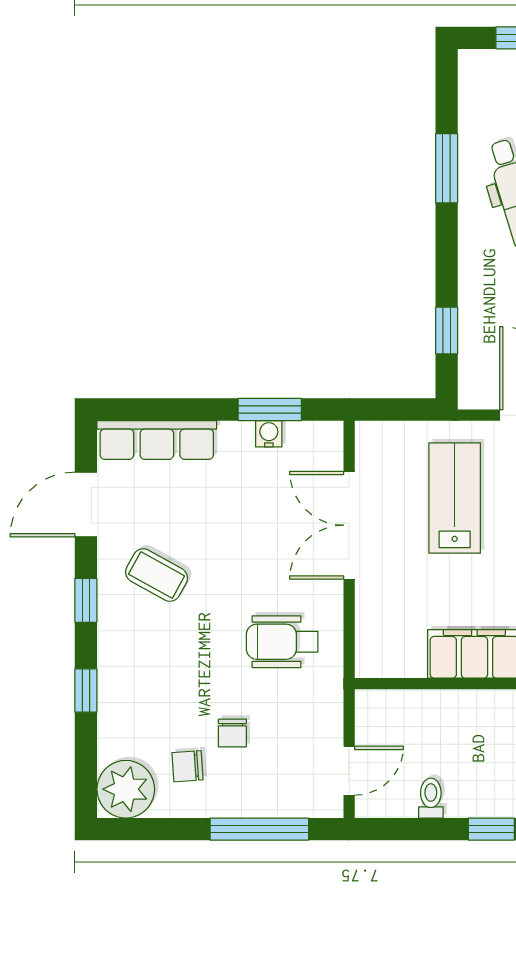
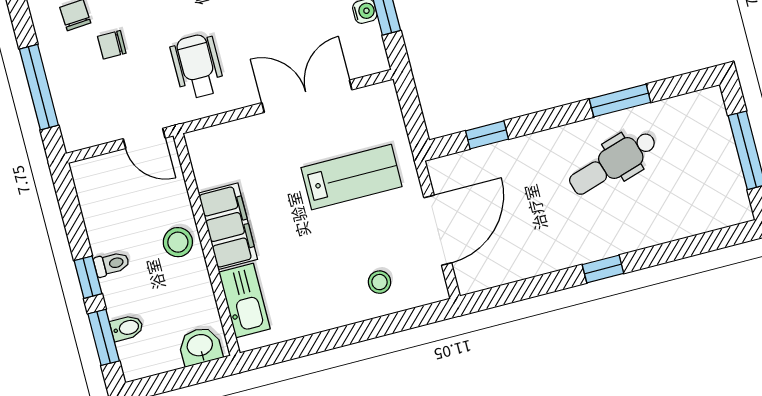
stool: (478, 716) -> (178, 242), added
door: (349, 771) -> (144, 138), moved
toilet: (431, 798) -> (112, 264), moved

